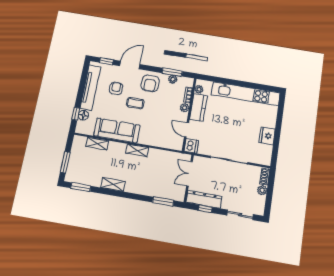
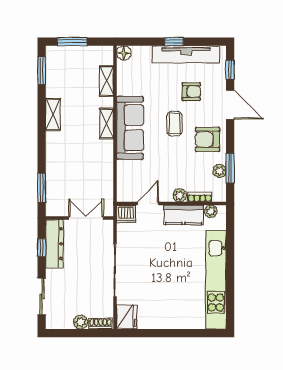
window: (76, 114) -> (174, 42), moved
floor lamp: (83, 115) -> (124, 53), moved
sofa: (117, 130) -> (130, 128), moved
fridge: (267, 136) -> (127, 317), moved, turned 90
shelving: (137, 150) -> (106, 124), moved

